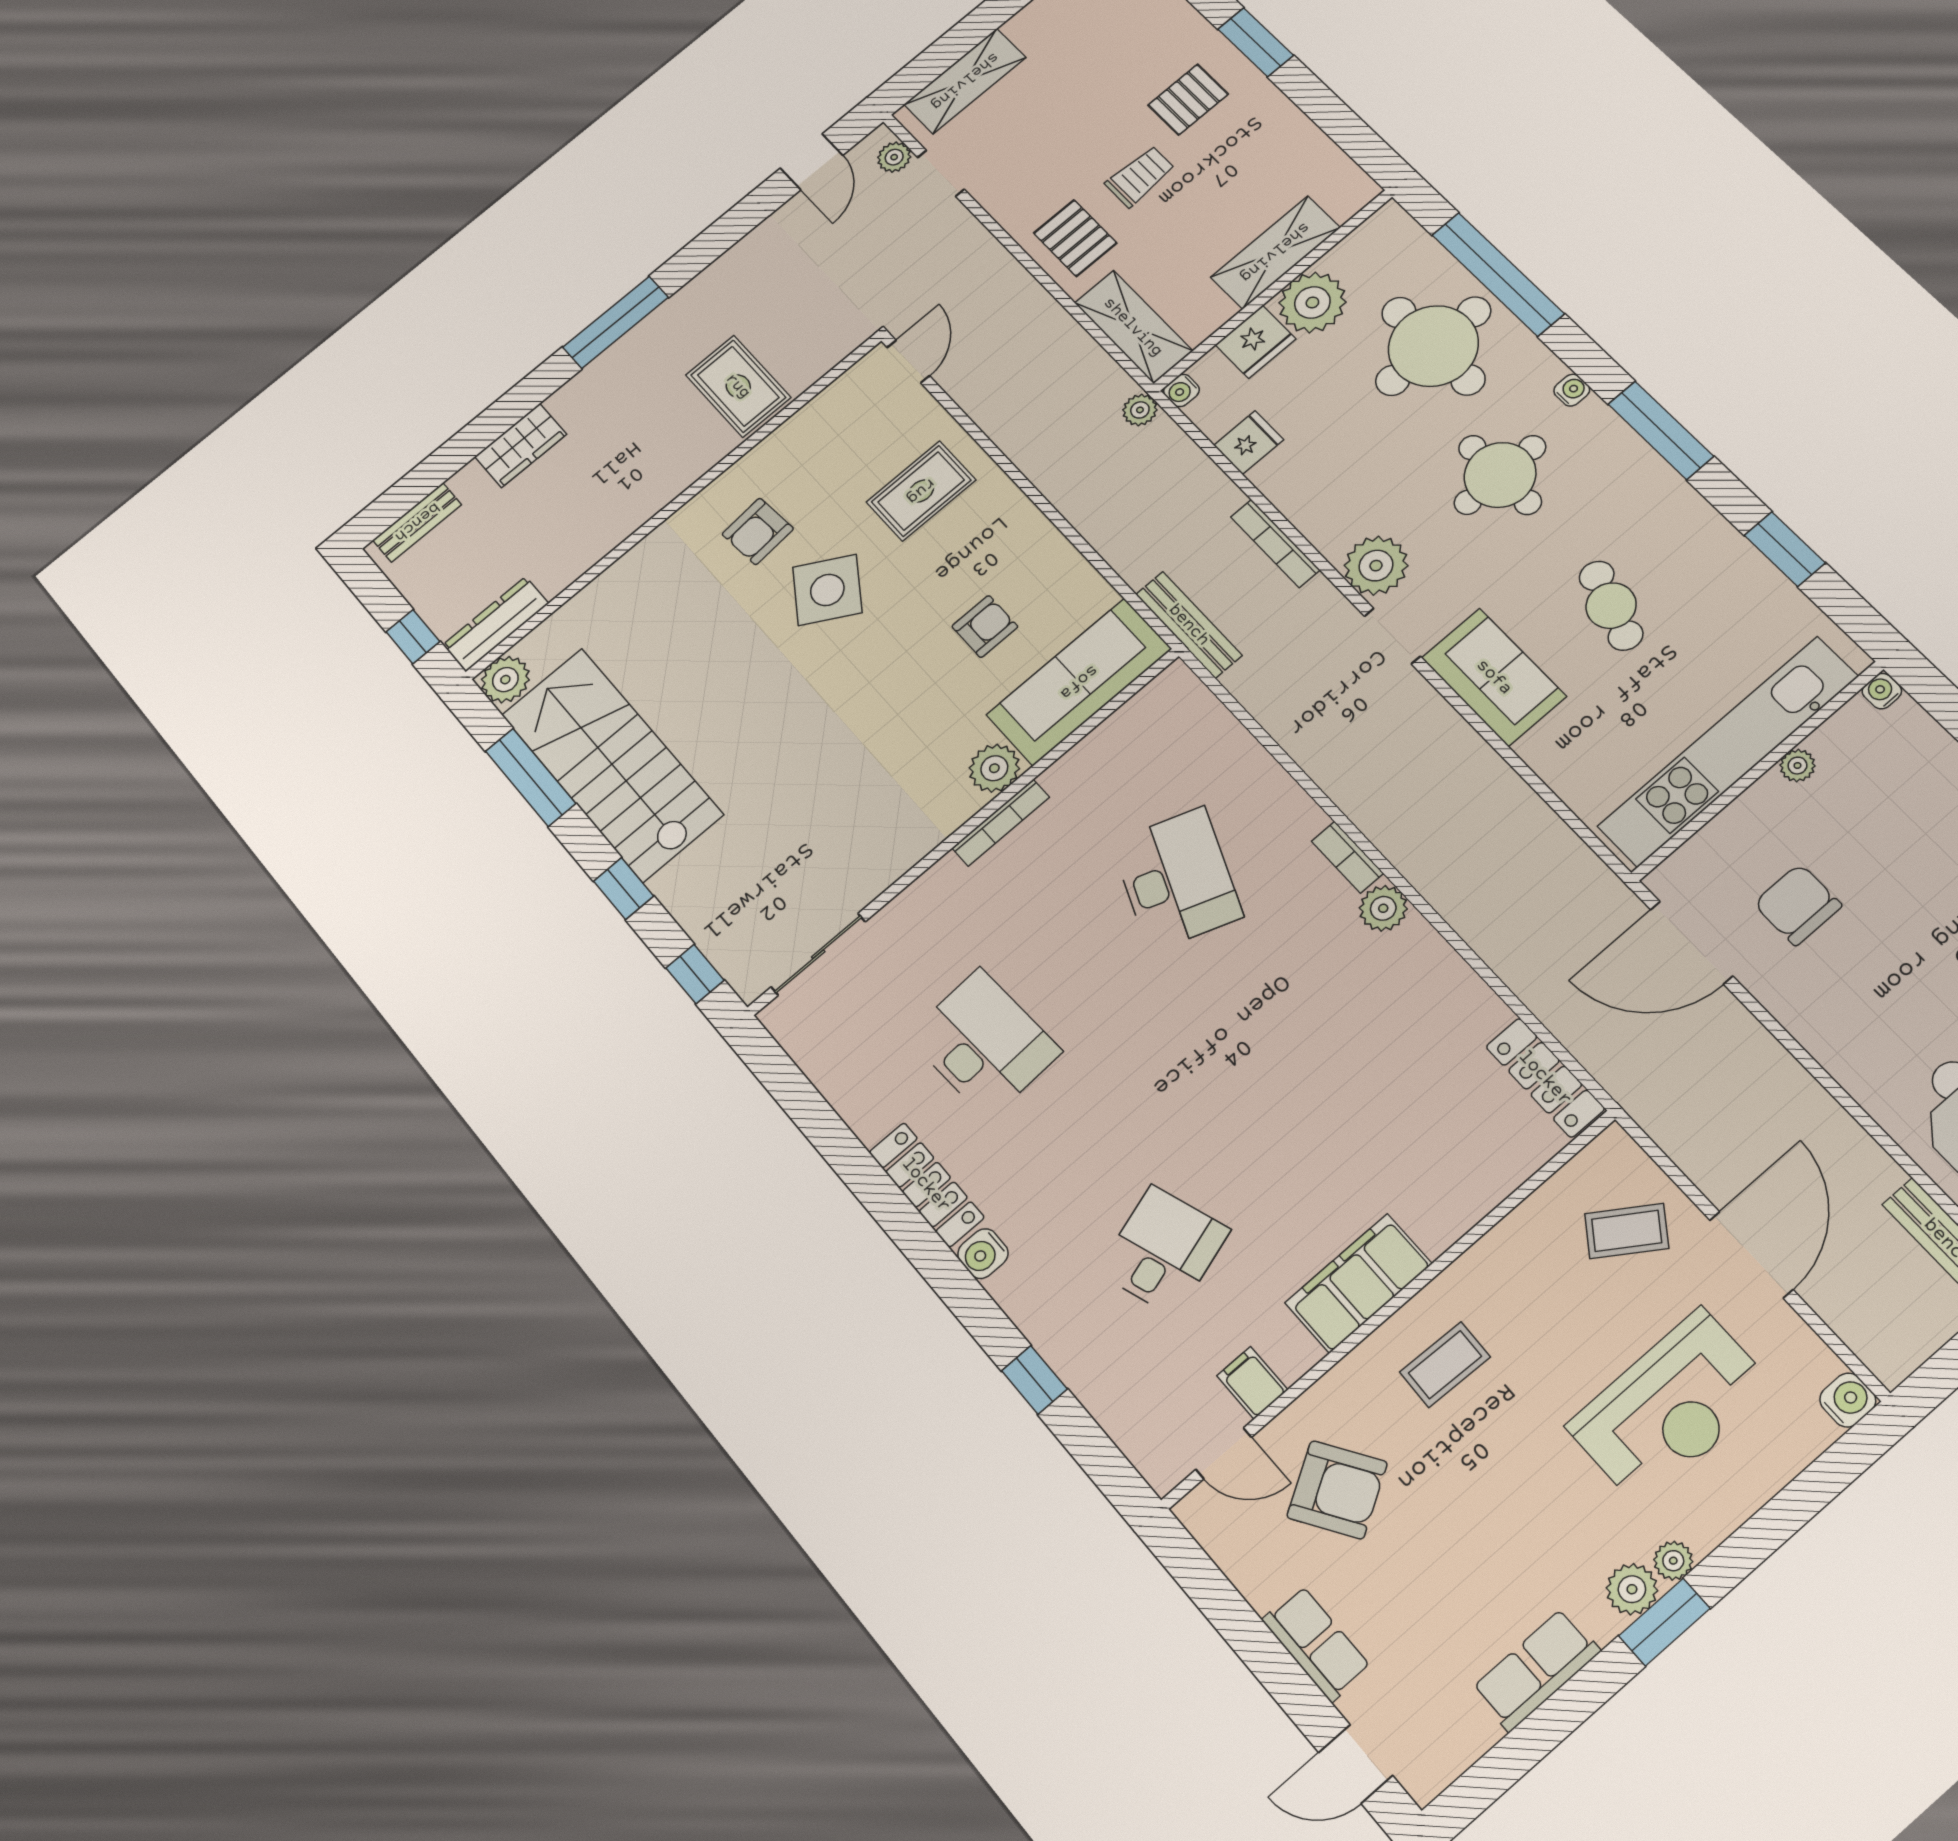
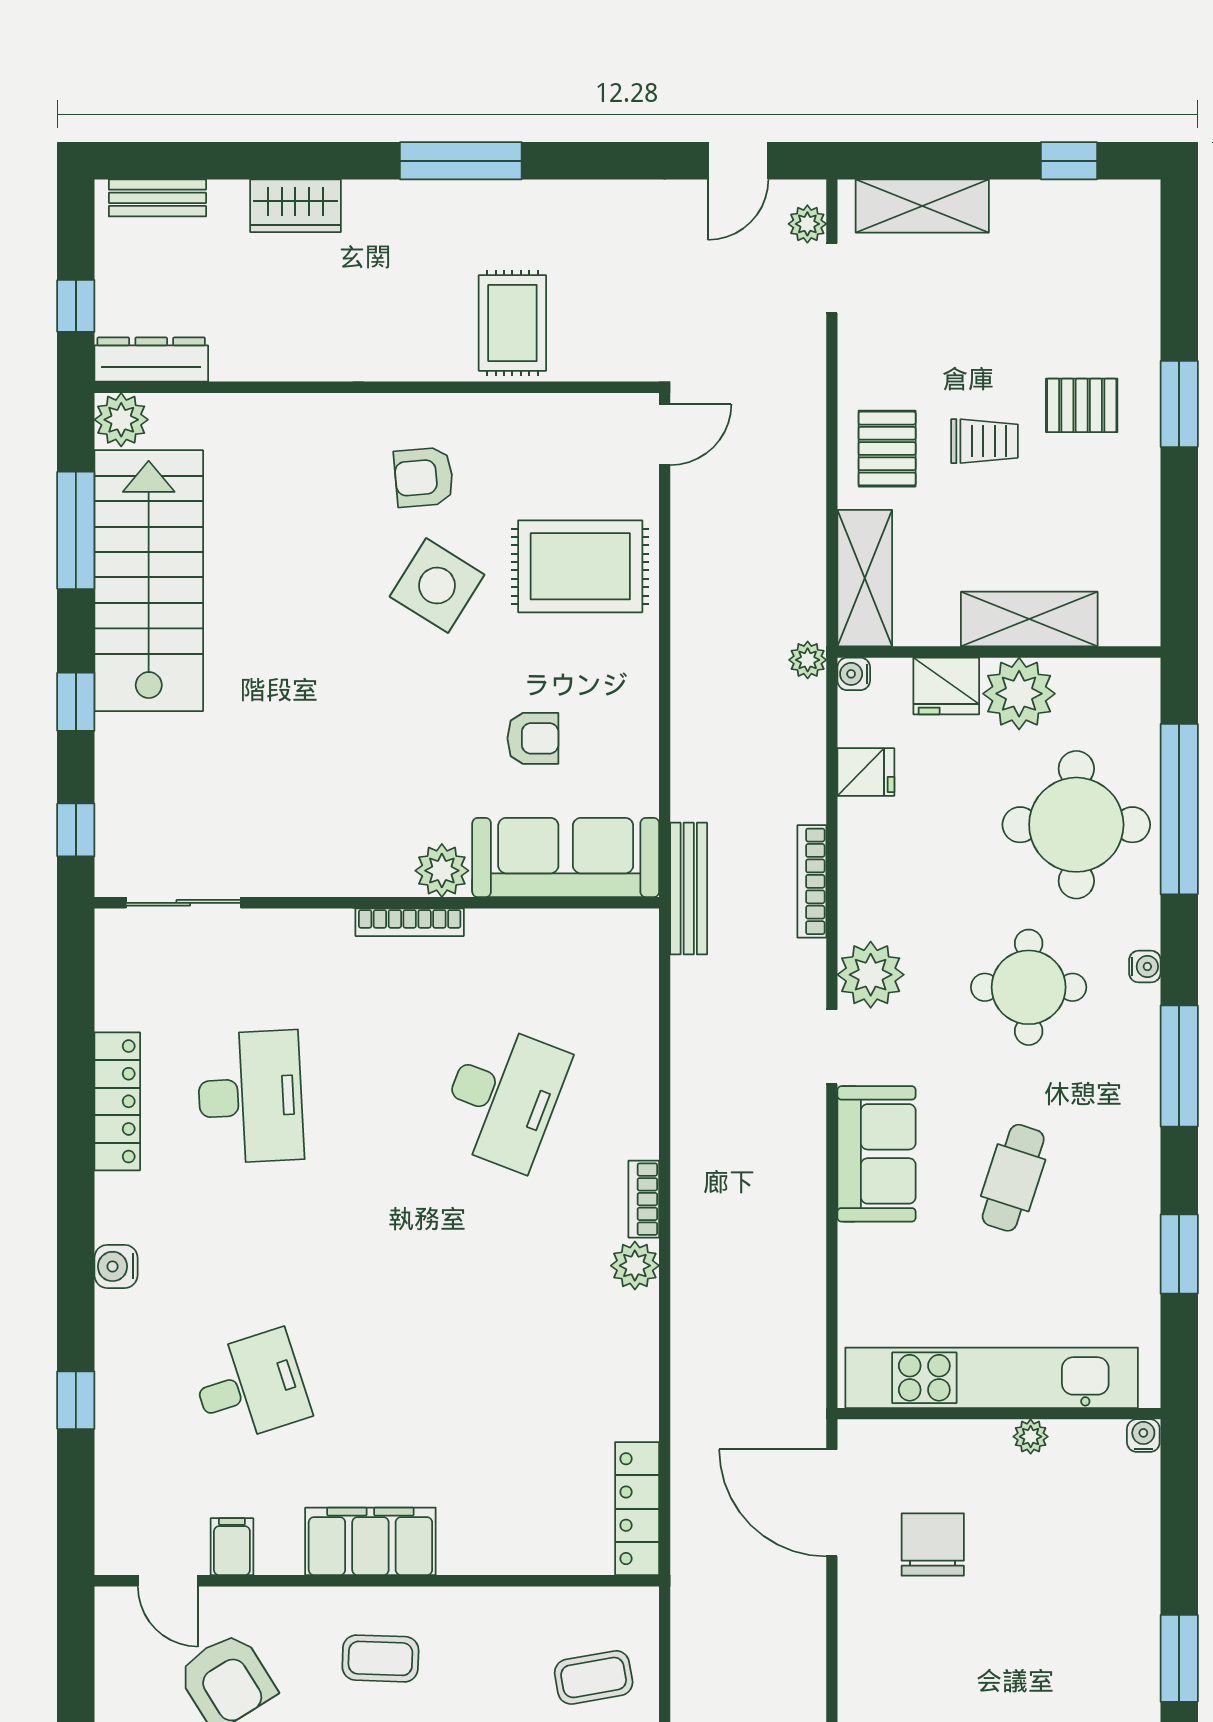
rug: (921, 491) -> (580, 566), width x1.36, depth x1.43
locker: (926, 1185) -> (117, 1101), moved
coffee table: (1627, 1231) -> (594, 1677), turned -45

